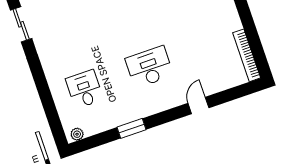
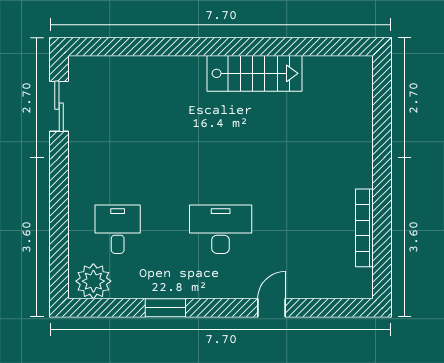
bookcase: (247, 55) -> (364, 228), moved
plant: (77, 134) -> (93, 281), width x1.88, depth x1.88

